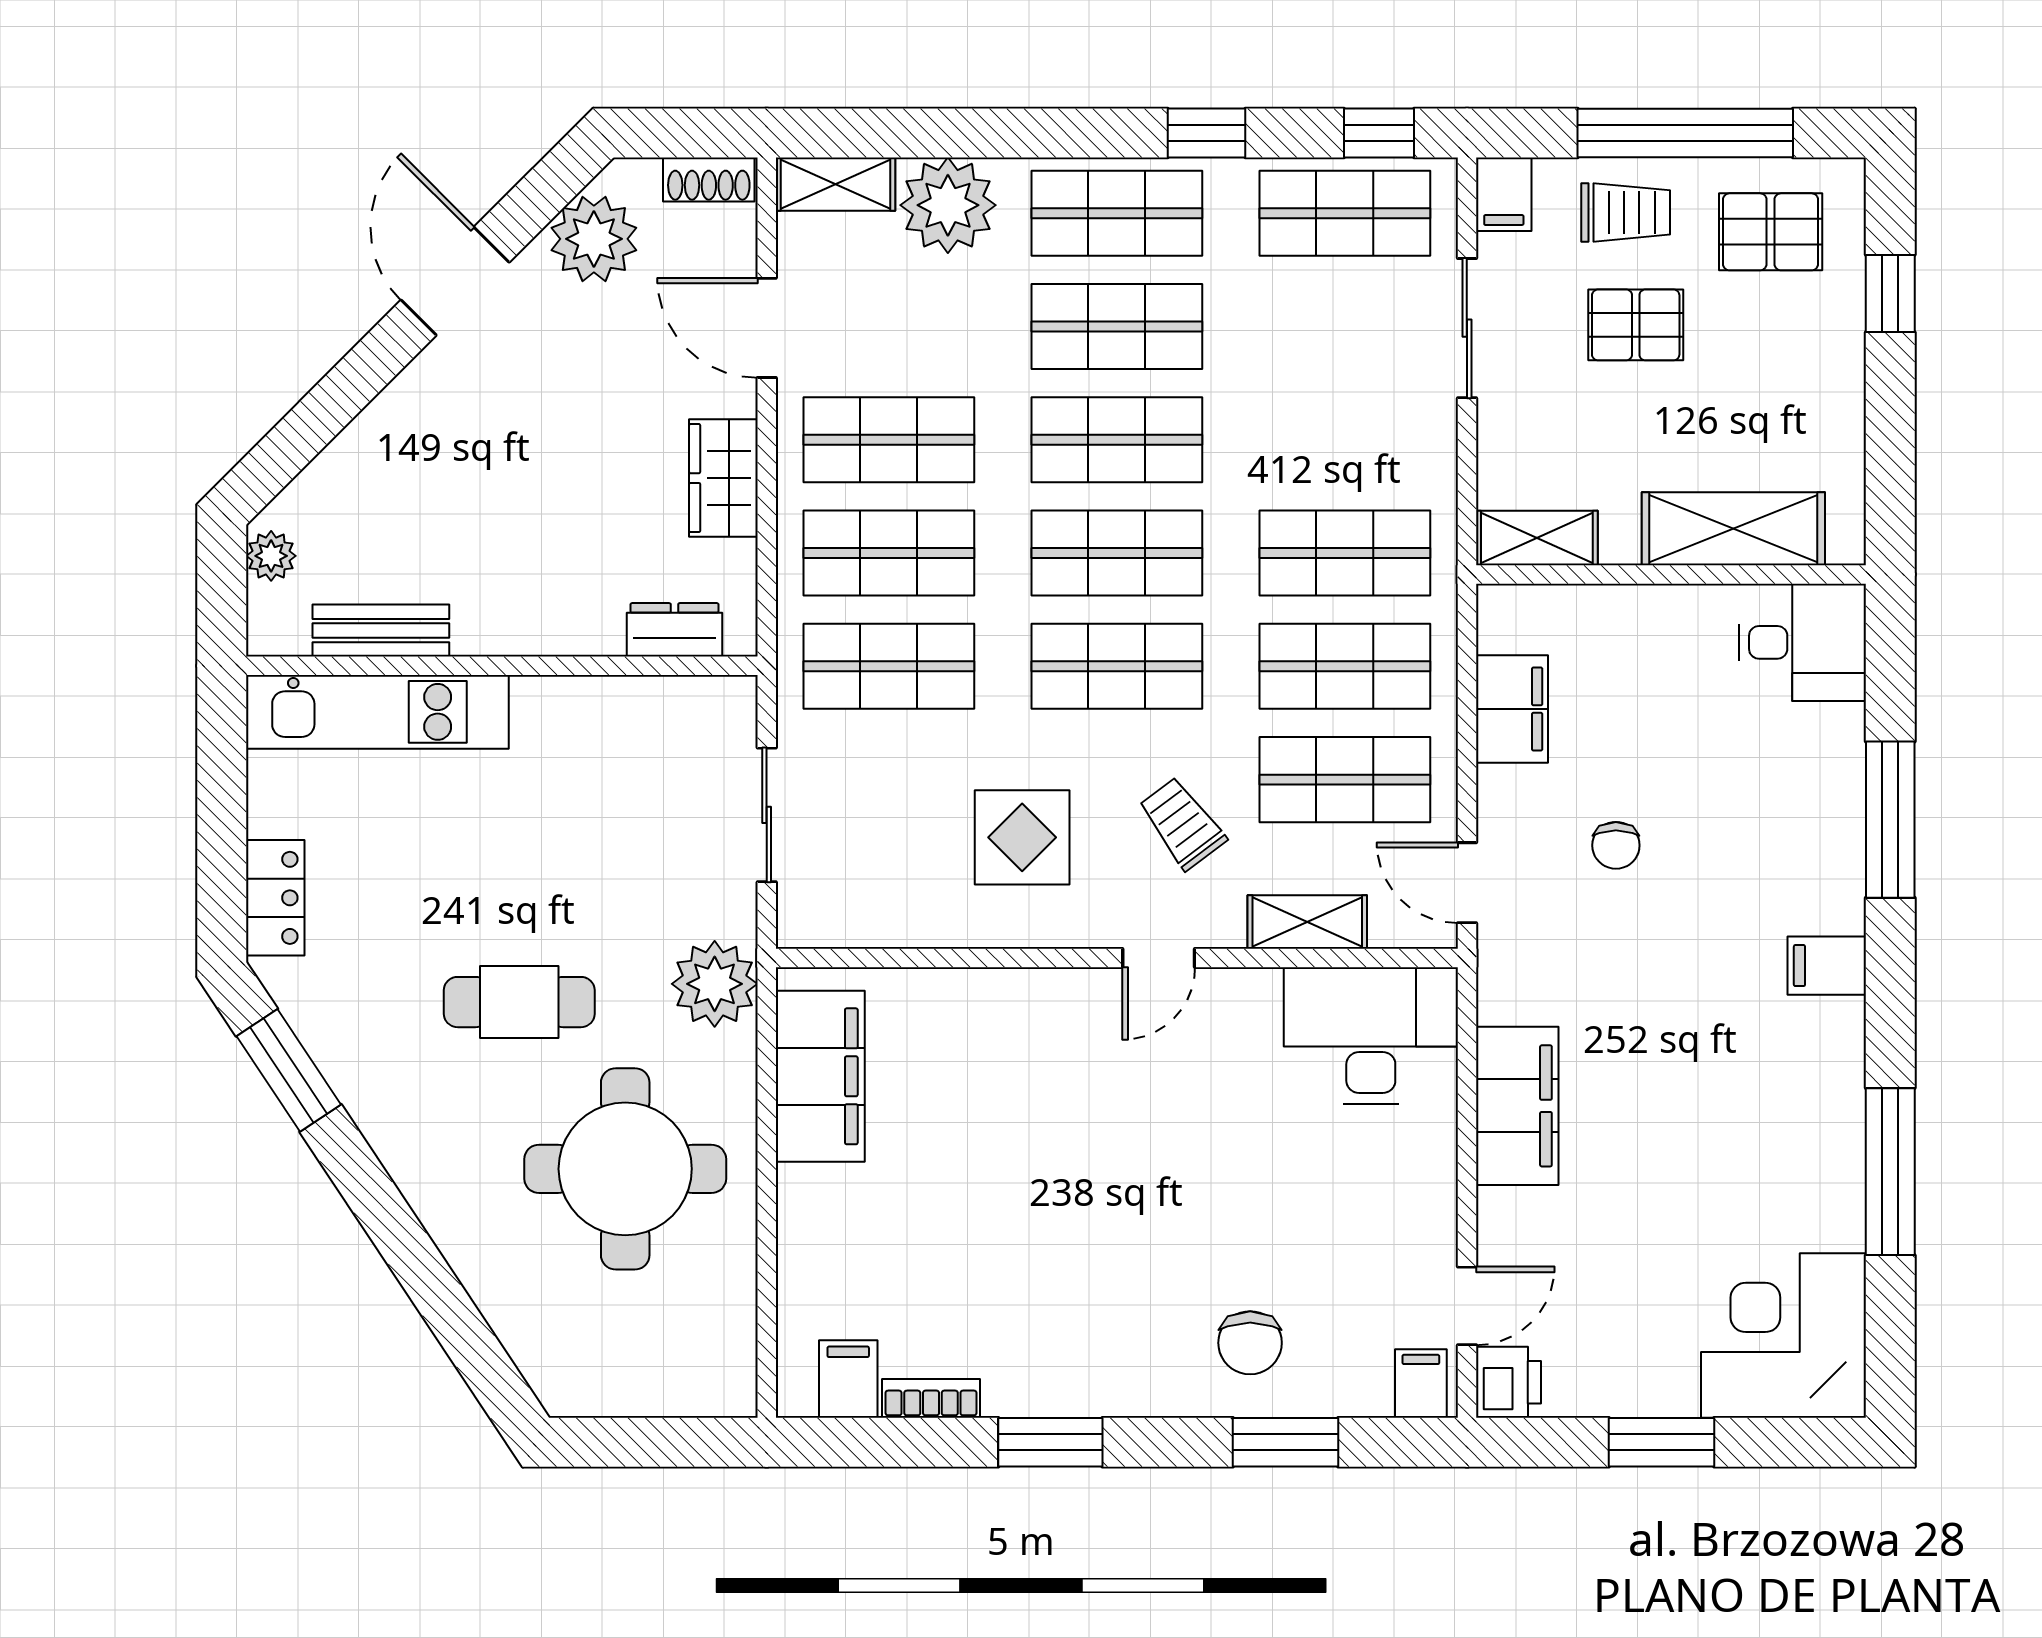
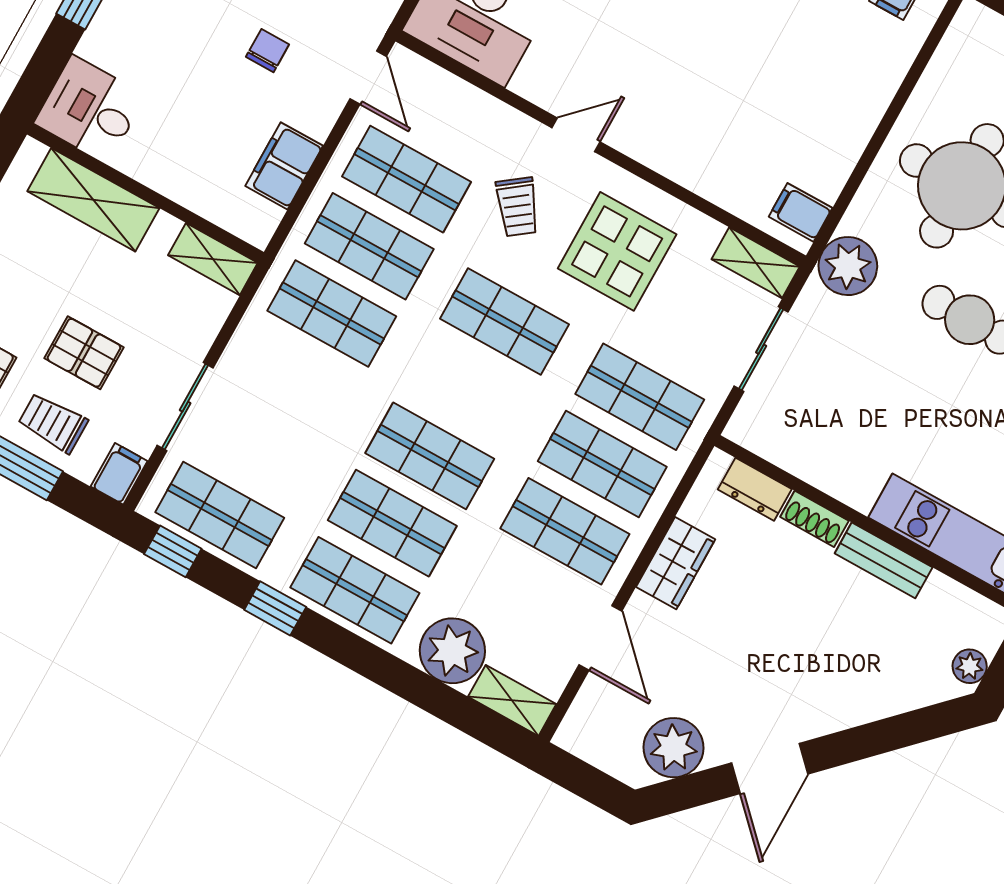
shoe rack: (709, 179) -> (814, 519), moved, turned 180
shop shelf: (1117, 553) -> (467, 389), removed
bench: (381, 631) -> (884, 560), moved
display table: (1022, 837) -> (617, 251), width x1.36, depth x1.36
shelving: (1307, 922) -> (756, 263), moved
filing cabinet: (820, 1076) -> (801, 212), width x0.33, depth x0.86

